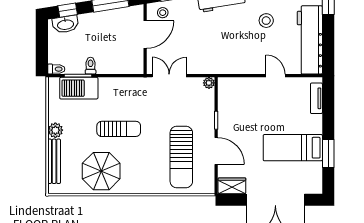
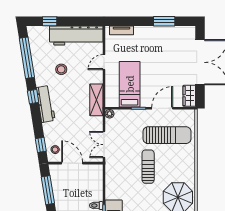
shelving: (227, 66) -> (96, 100), added
sun lounger: (119, 129) -> (148, 167), moved
bed: (293, 148) -> (130, 84), moved, turned 180

